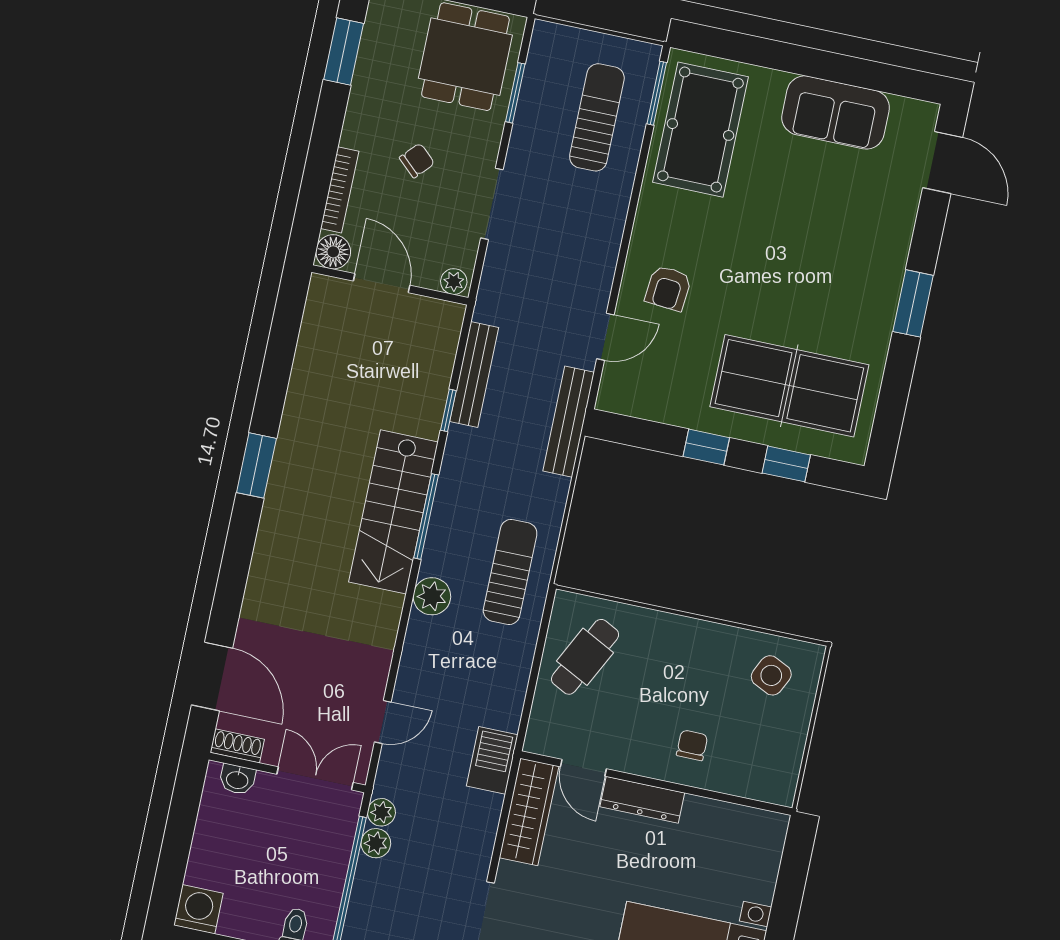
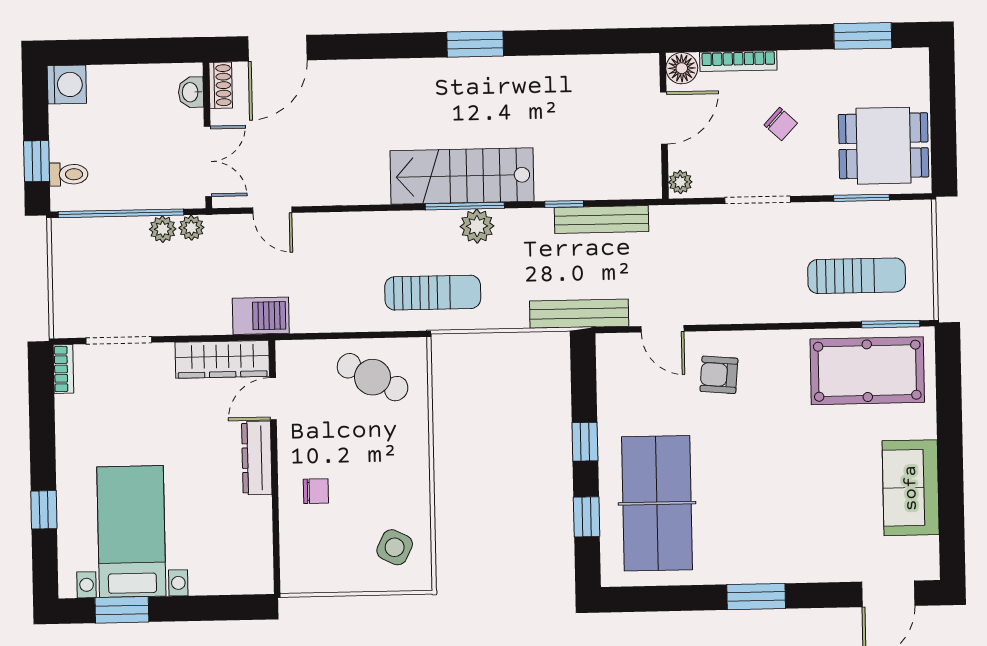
plant: (432, 596) -> (477, 226), moved

